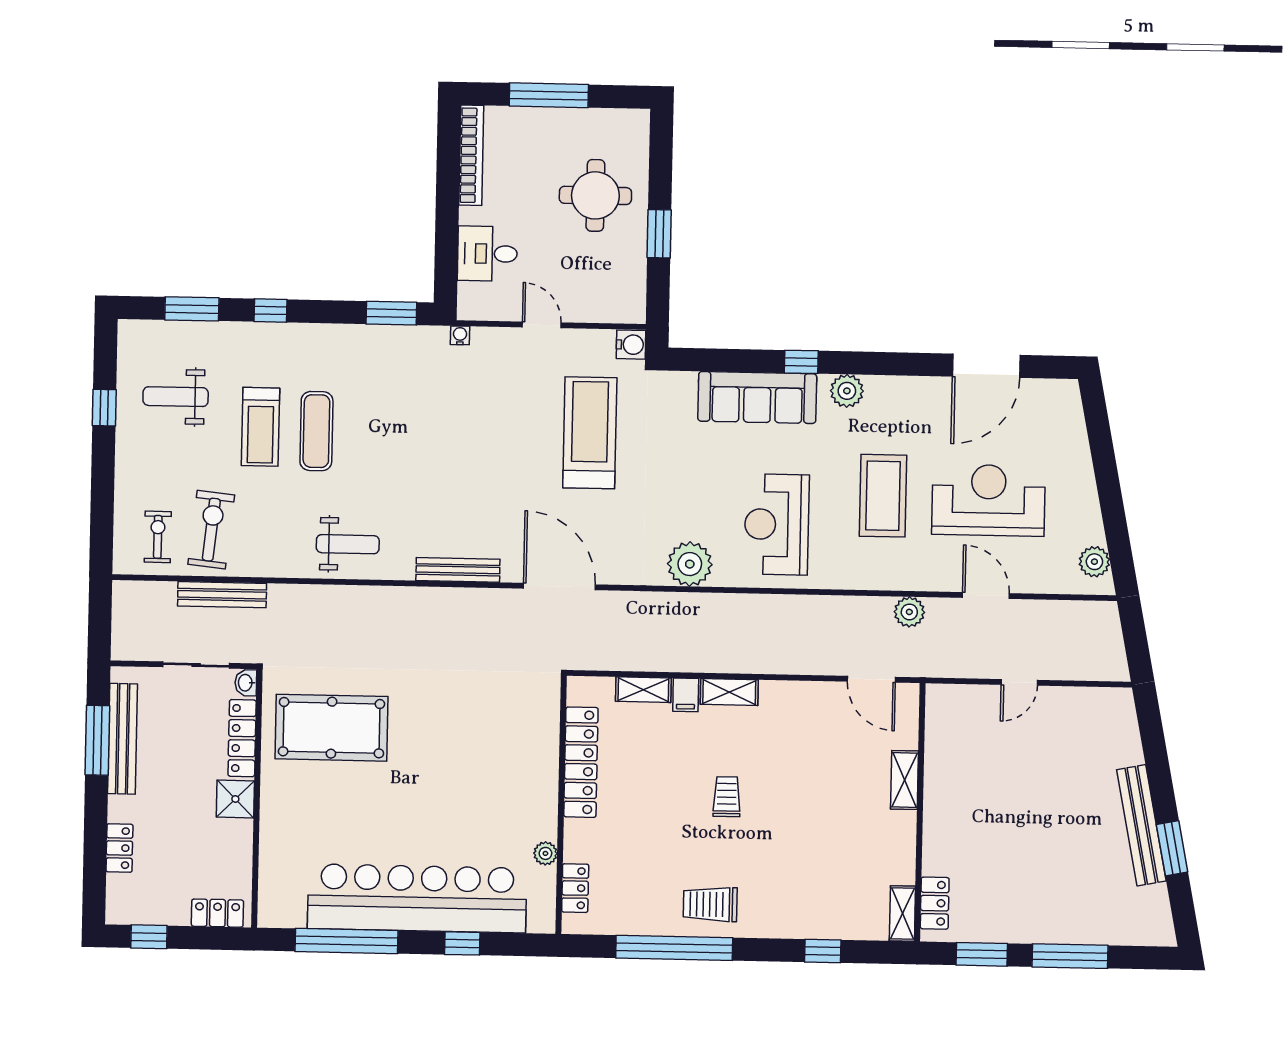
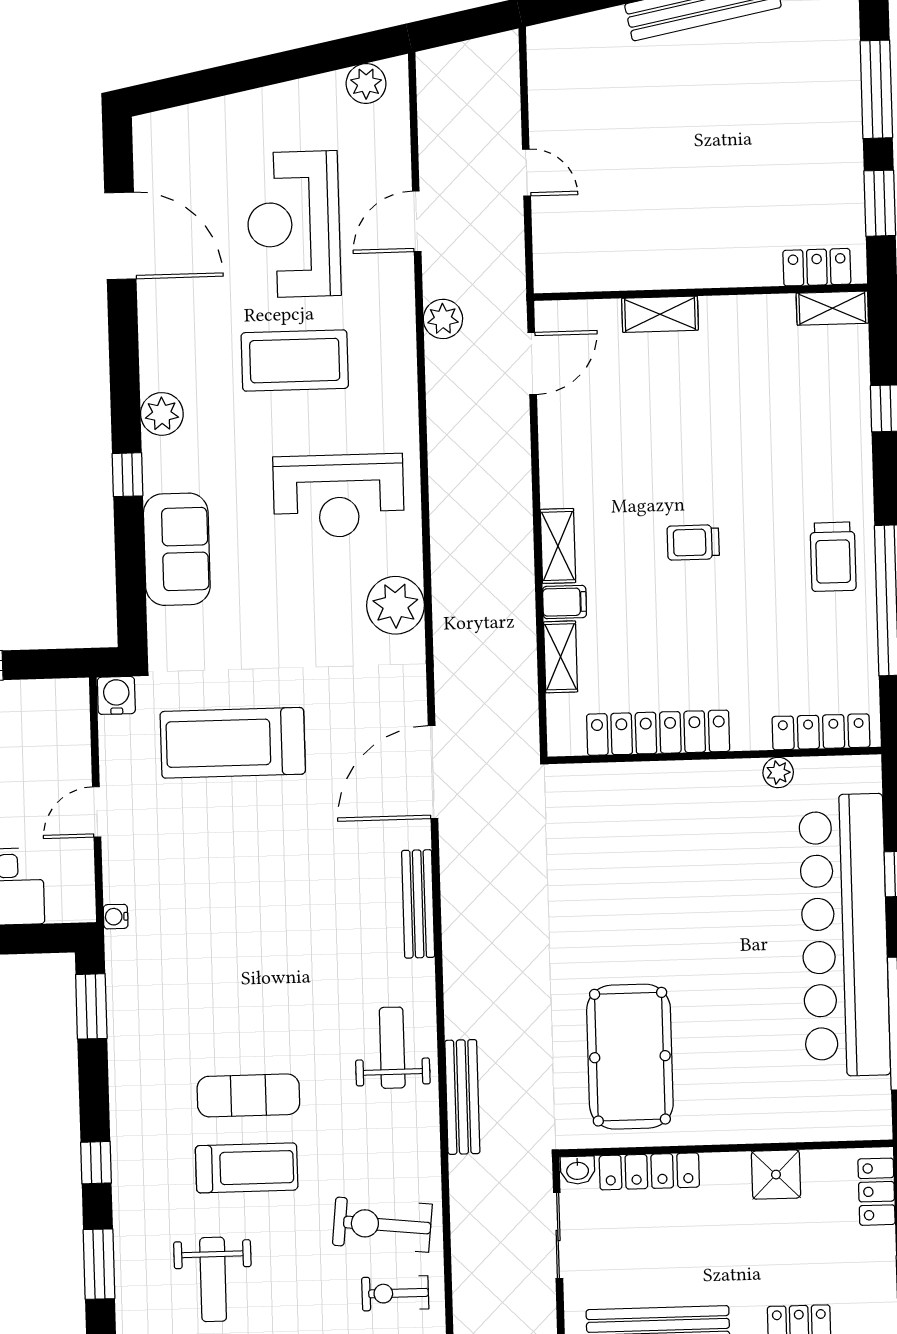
sofa: (757, 397) -> (177, 549), width x0.73
bench: (222, 595) -> (462, 1097), moved
shower: (235, 799) -> (776, 1175), moved
locker: (575, 888) -> (821, 732), width x1.53

